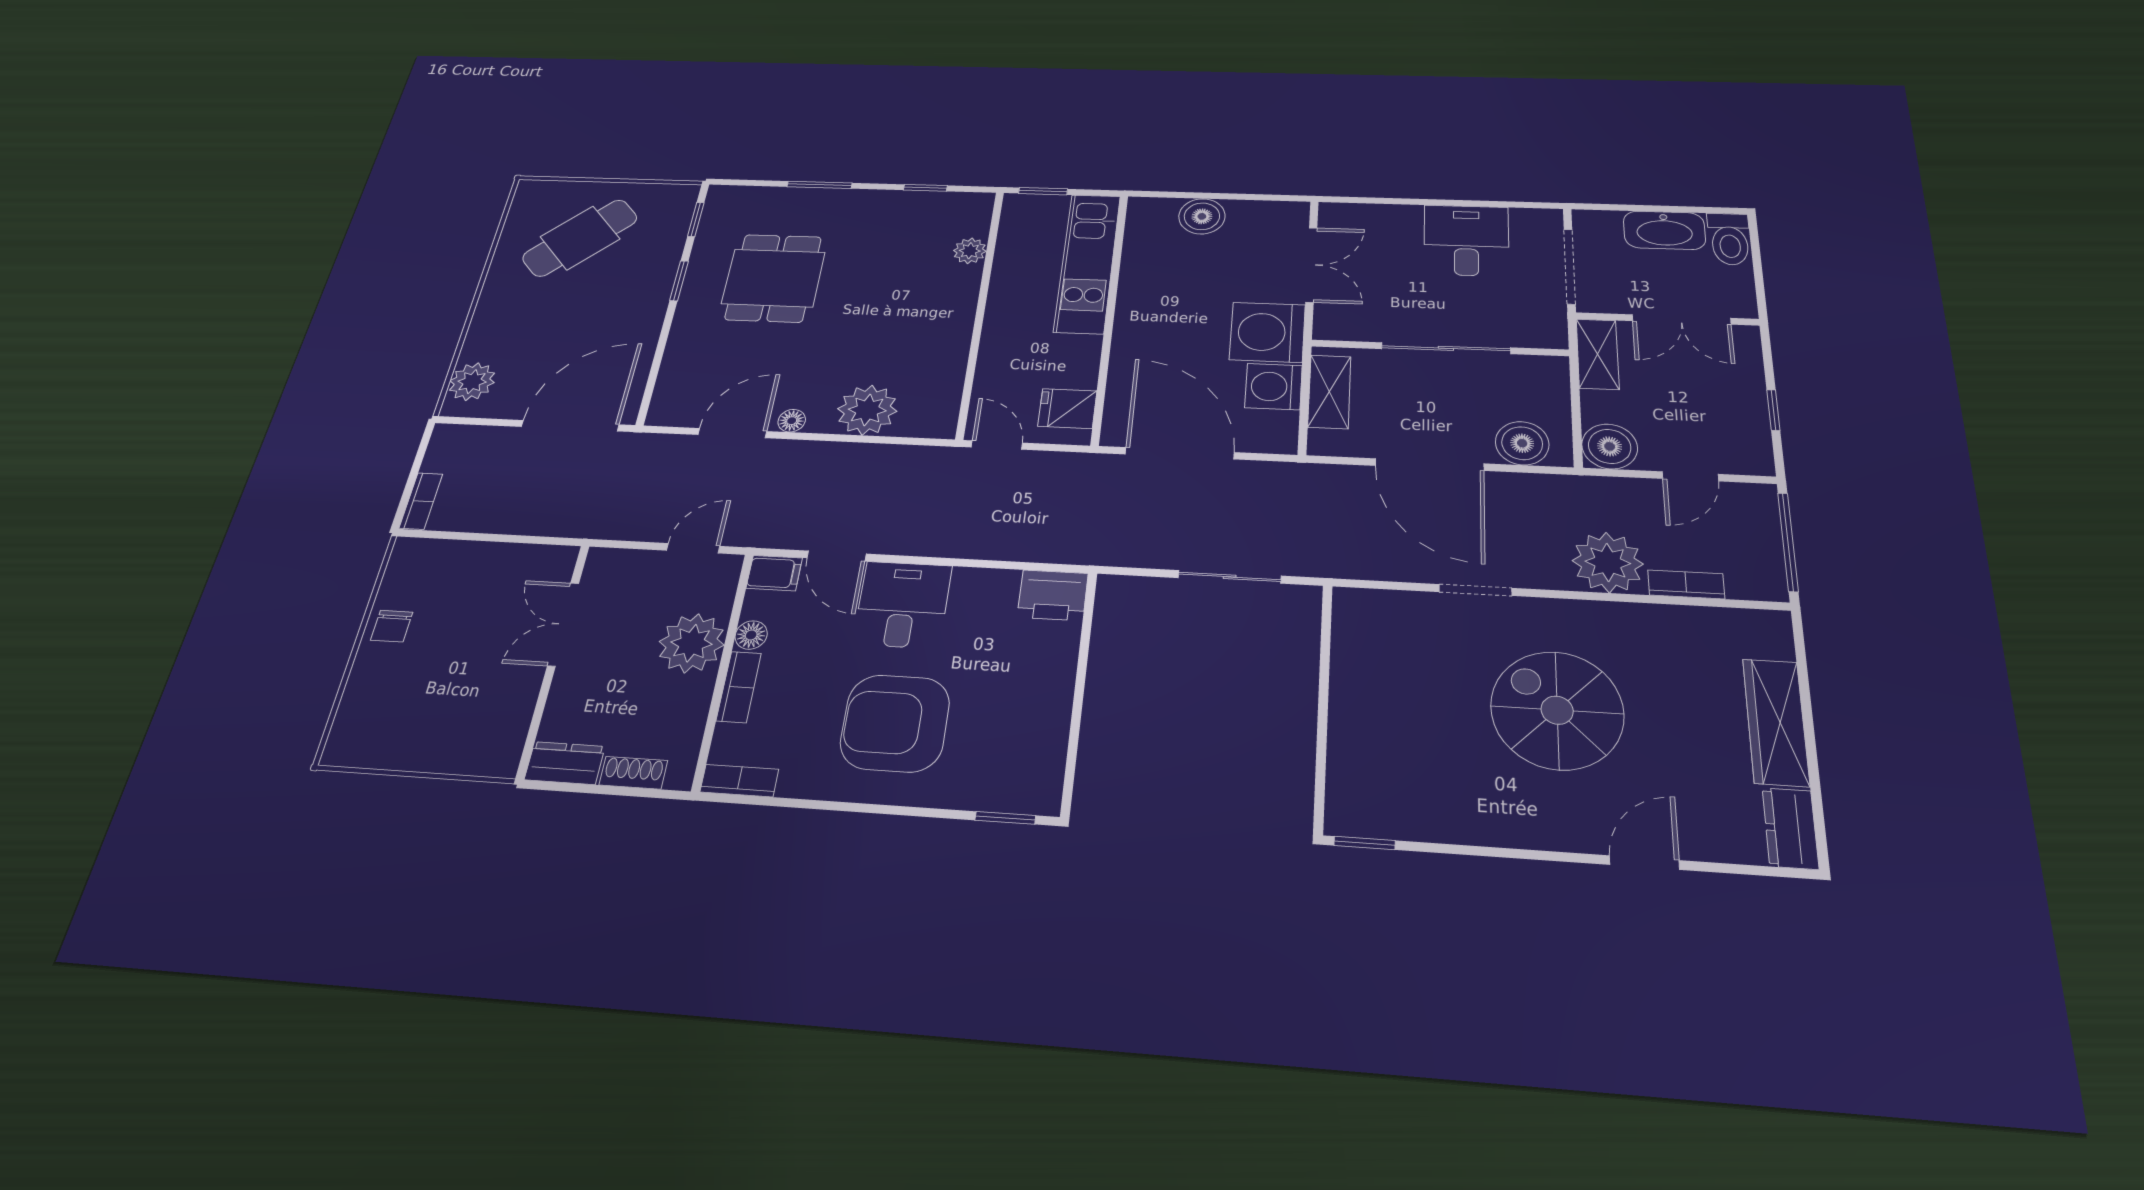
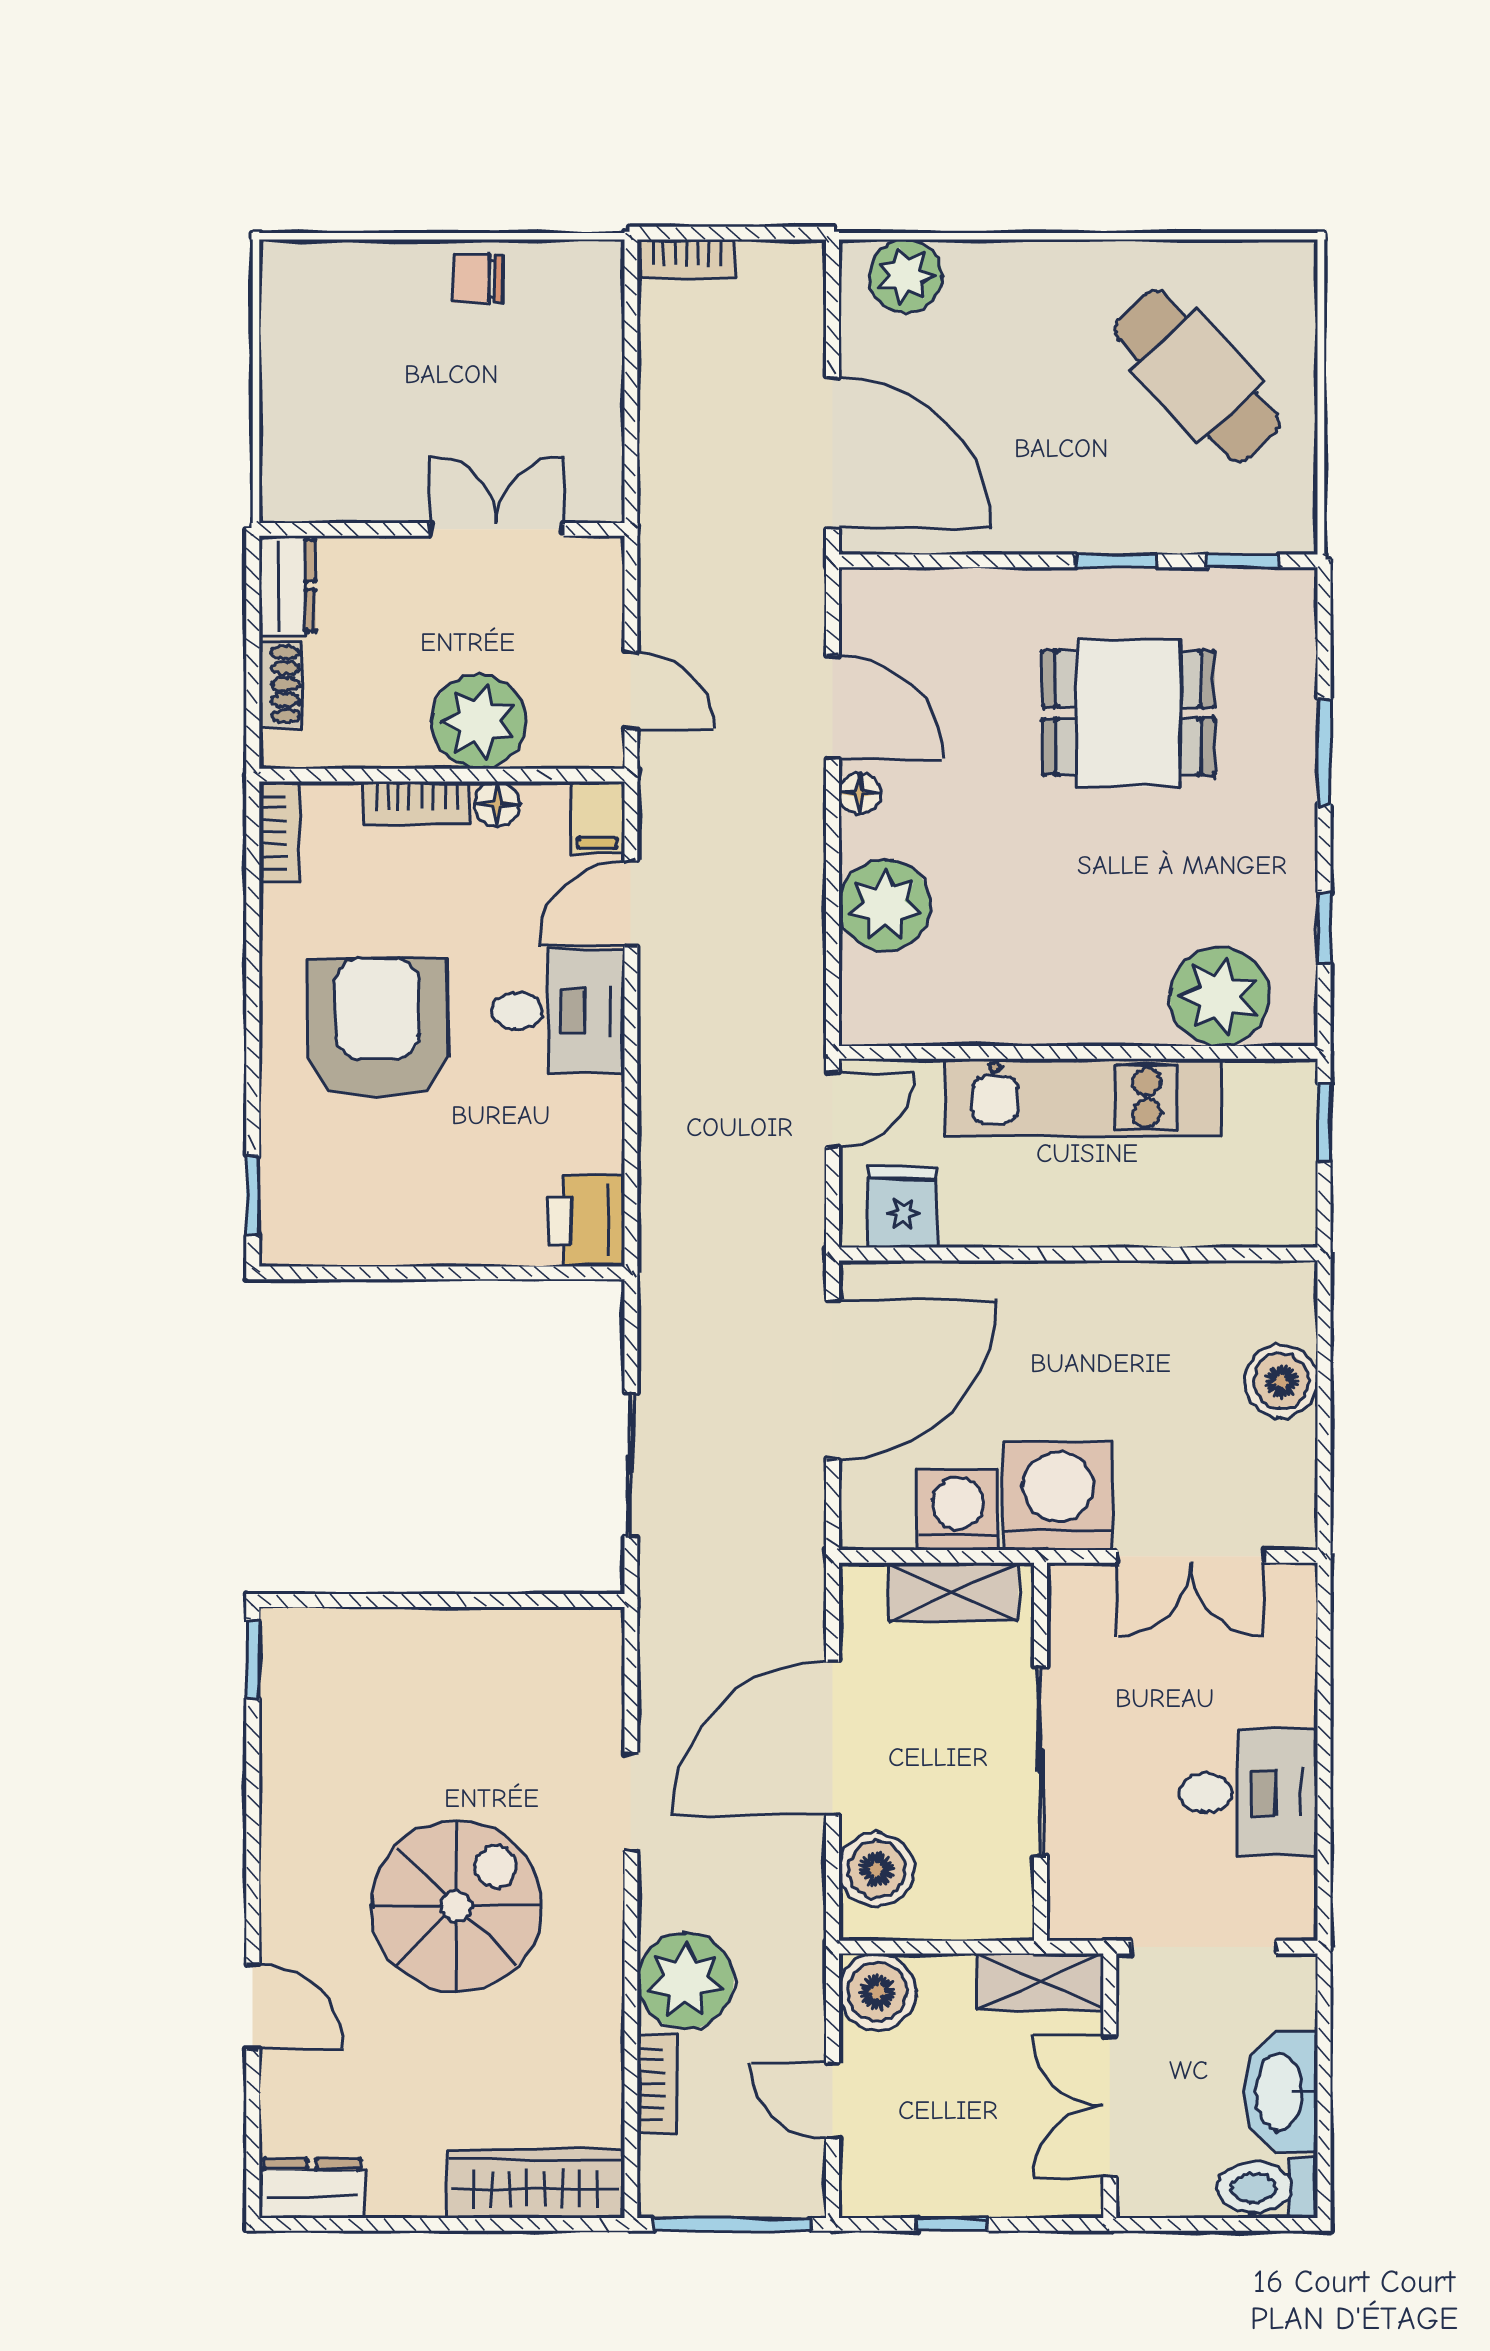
plant: (970, 251) -> (1220, 996), width x1.88, depth x1.88
kitchen unit: (1087, 263) -> (1083, 1097), moved, turned 180
wardrobe: (1776, 722) -> (536, 2184), moved

